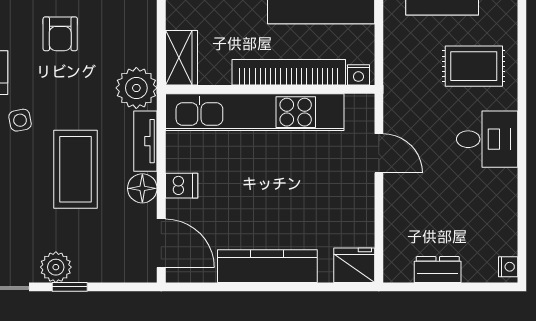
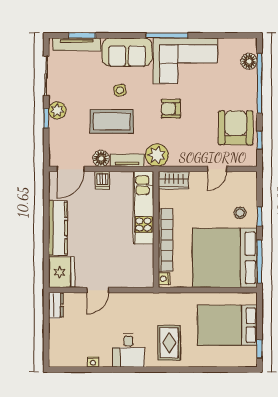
armchair: (60, 34) -> (171, 109), moved
kitchen unit: (255, 112) -> (143, 208), width x0.73
side table: (20, 120) -> (120, 90), moved
door: (379, 153) -> (98, 290), moved
fridge: (354, 265) -> (62, 272), width x1.36, depth x1.34
nightstand: (508, 267) -> (93, 362), moved
dresser: (438, 270) -> (56, 305), moved

